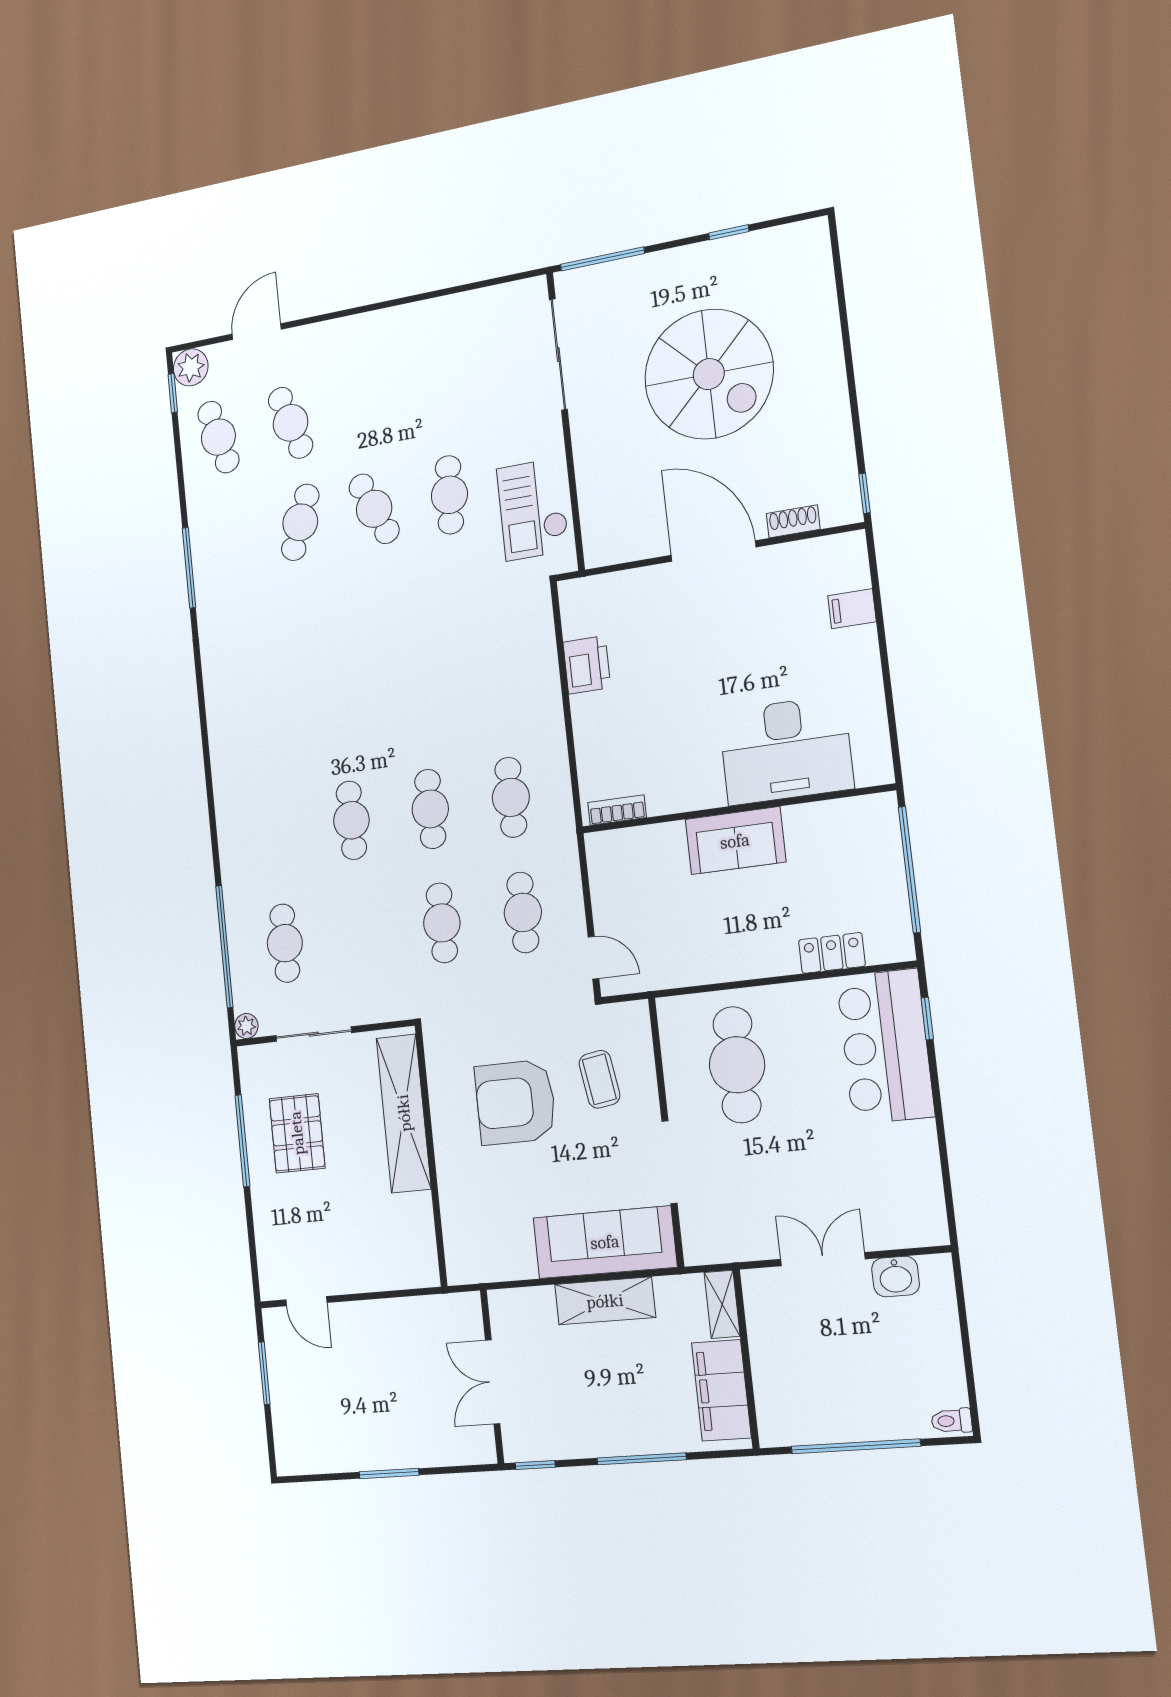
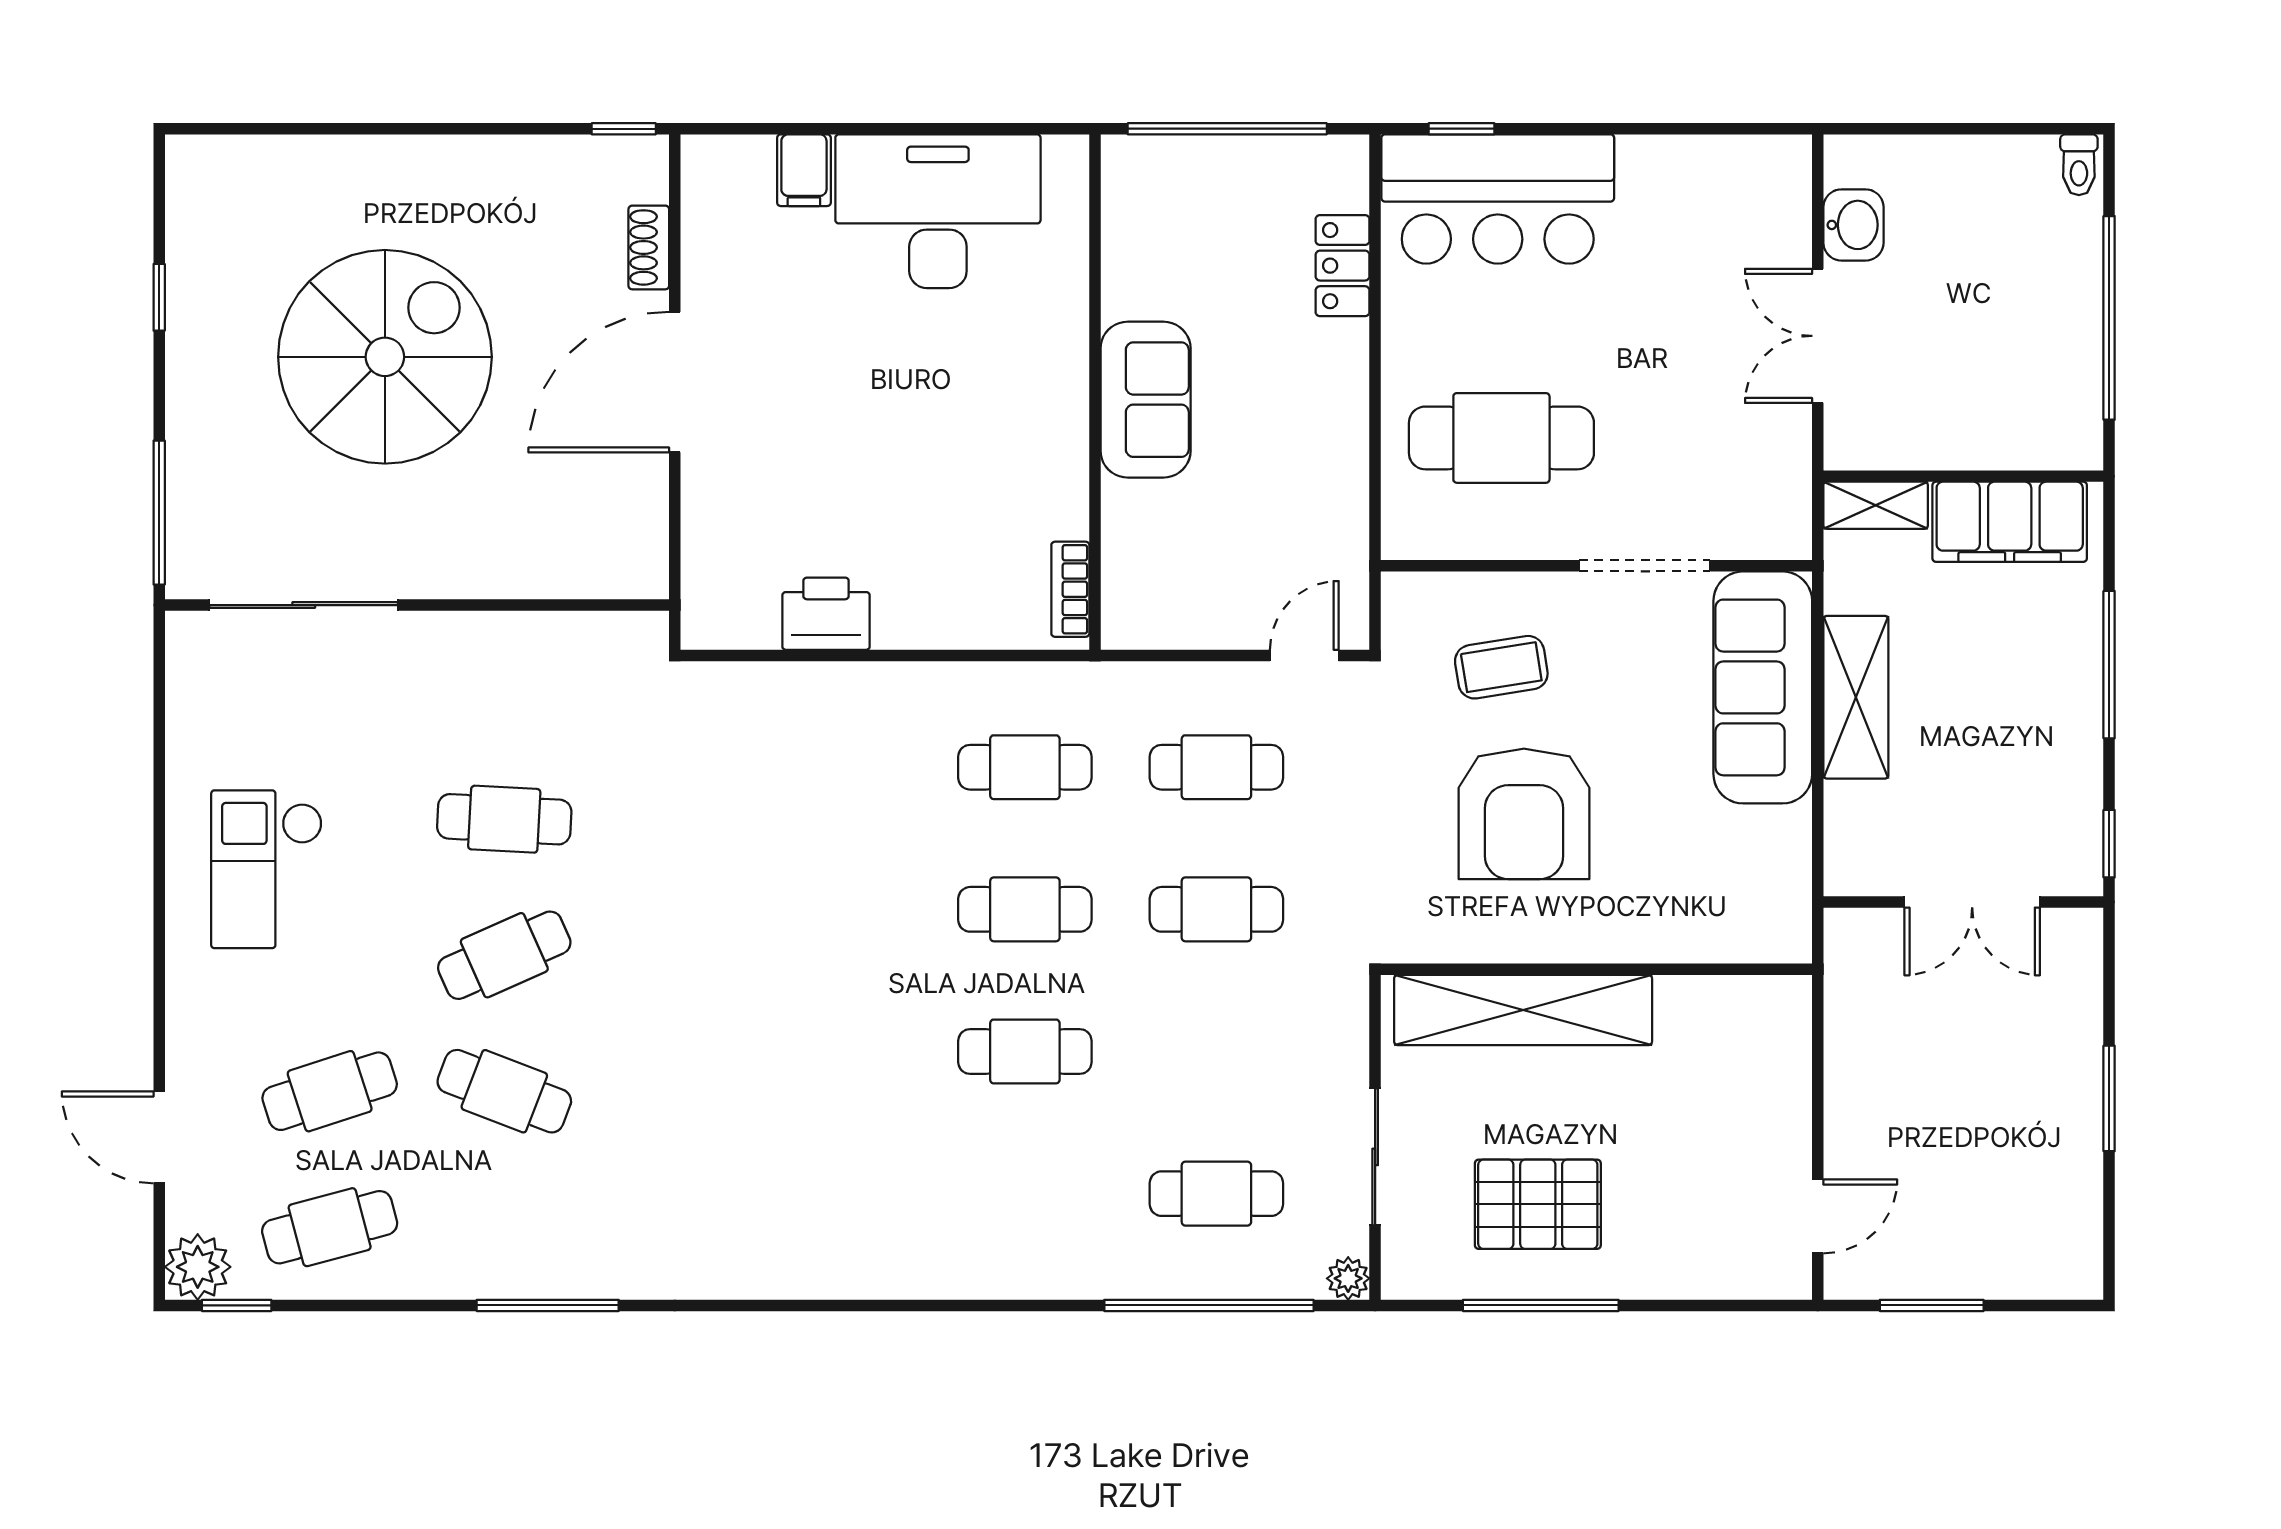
checkout: (533, 509) -> (267, 869), moved, turned 90
desk: (786, 750) -> (938, 211), moved, turned -90

